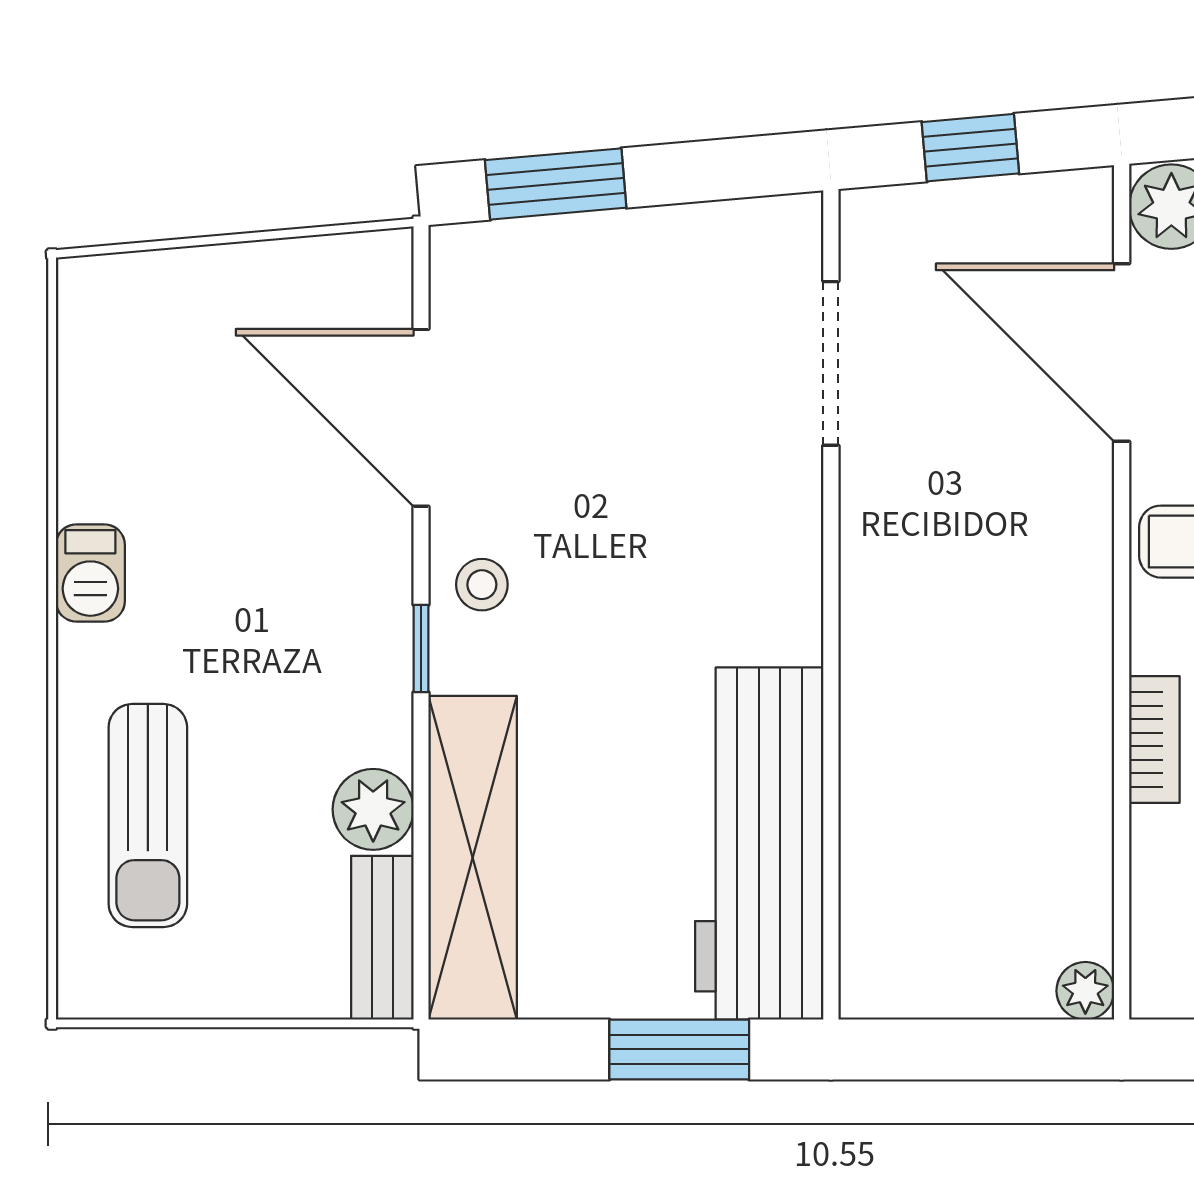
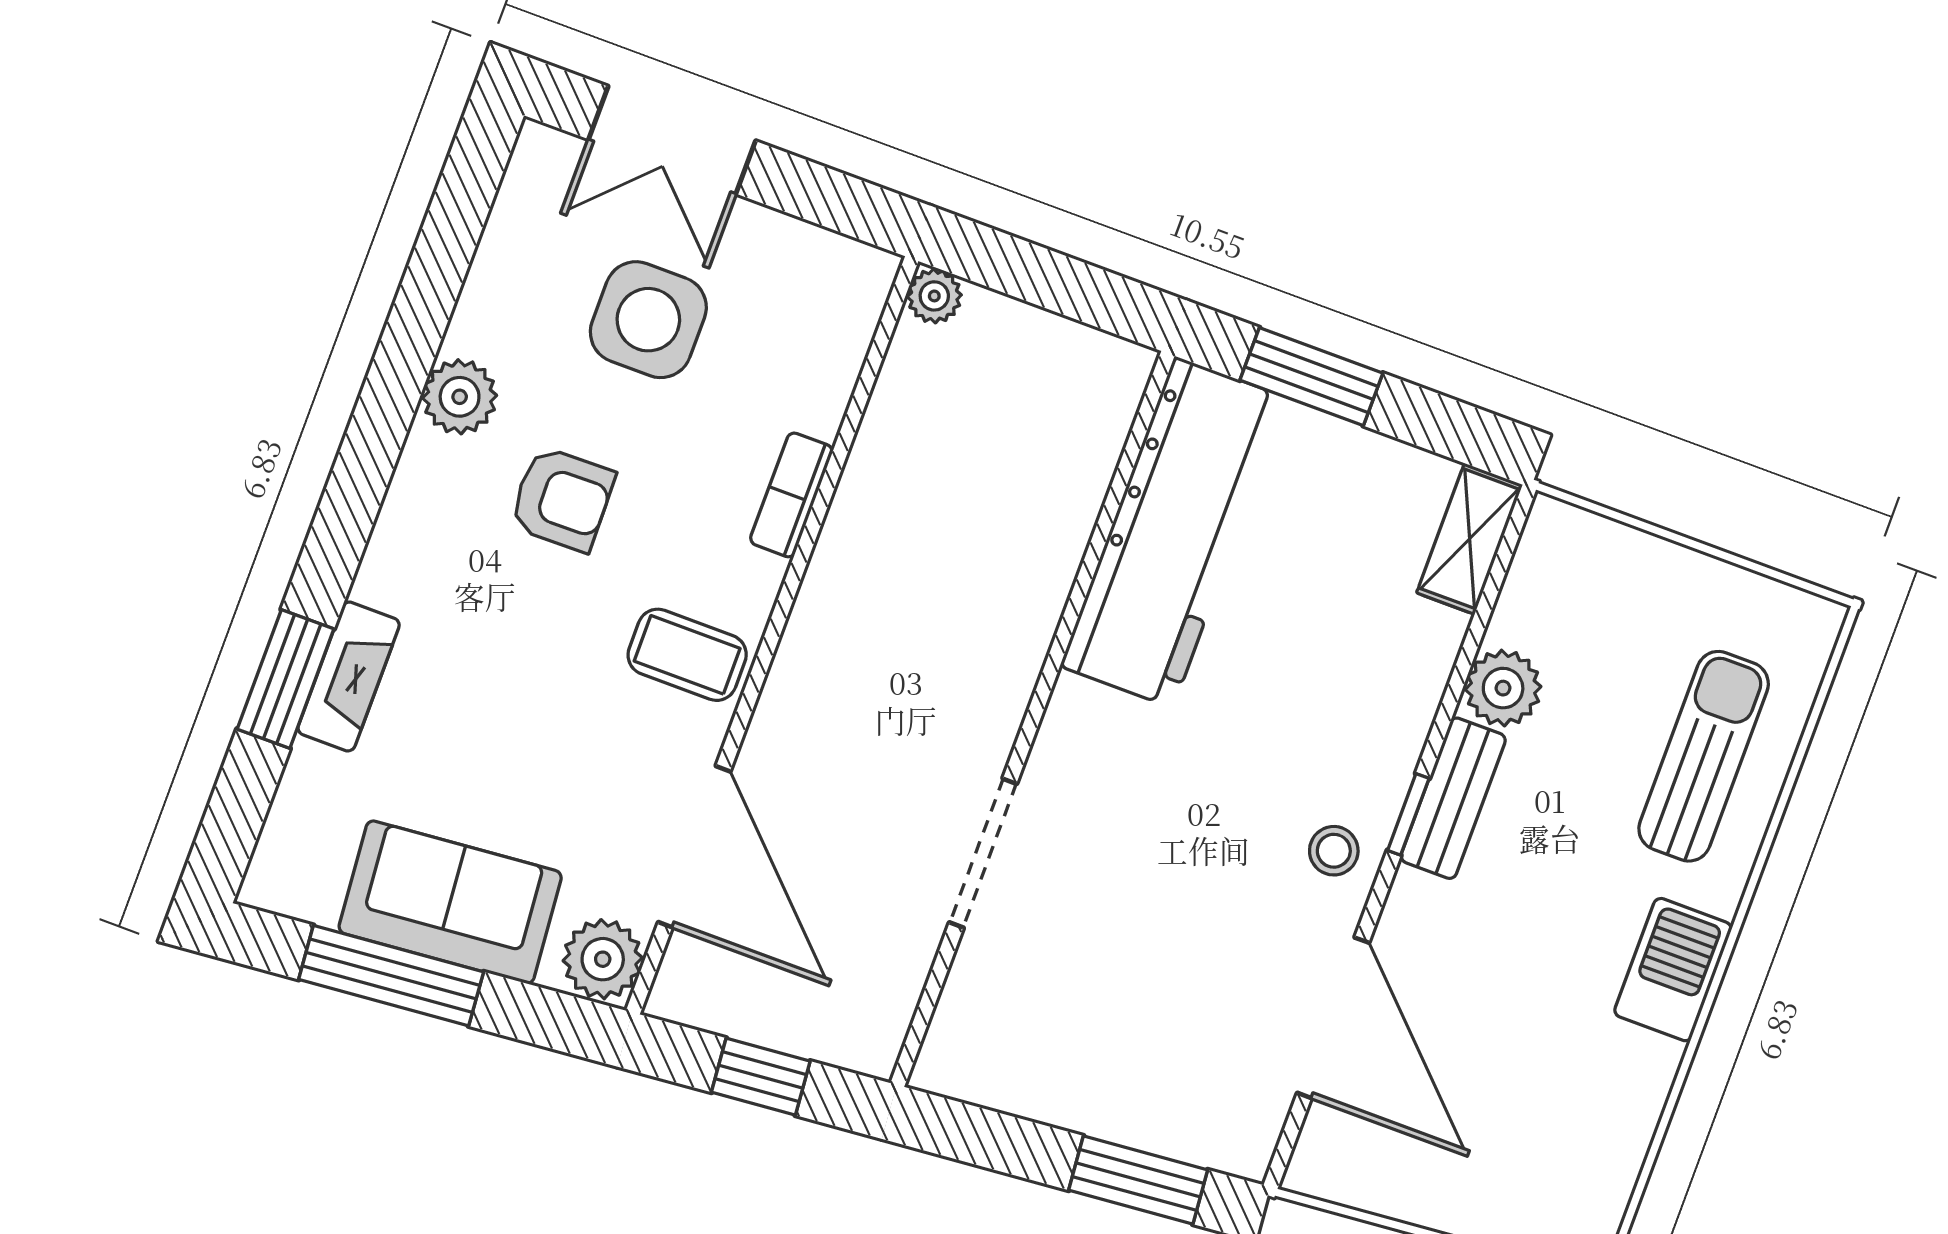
doorway: (831, 363) -> (983, 853), moved
barbecue: (90, 573) -> (1673, 970), width x1.38, depth x1.27
shelving: (473, 858) -> (1470, 539), width x0.45, depth x0.75
bench: (382, 938) -> (1453, 798), moved

